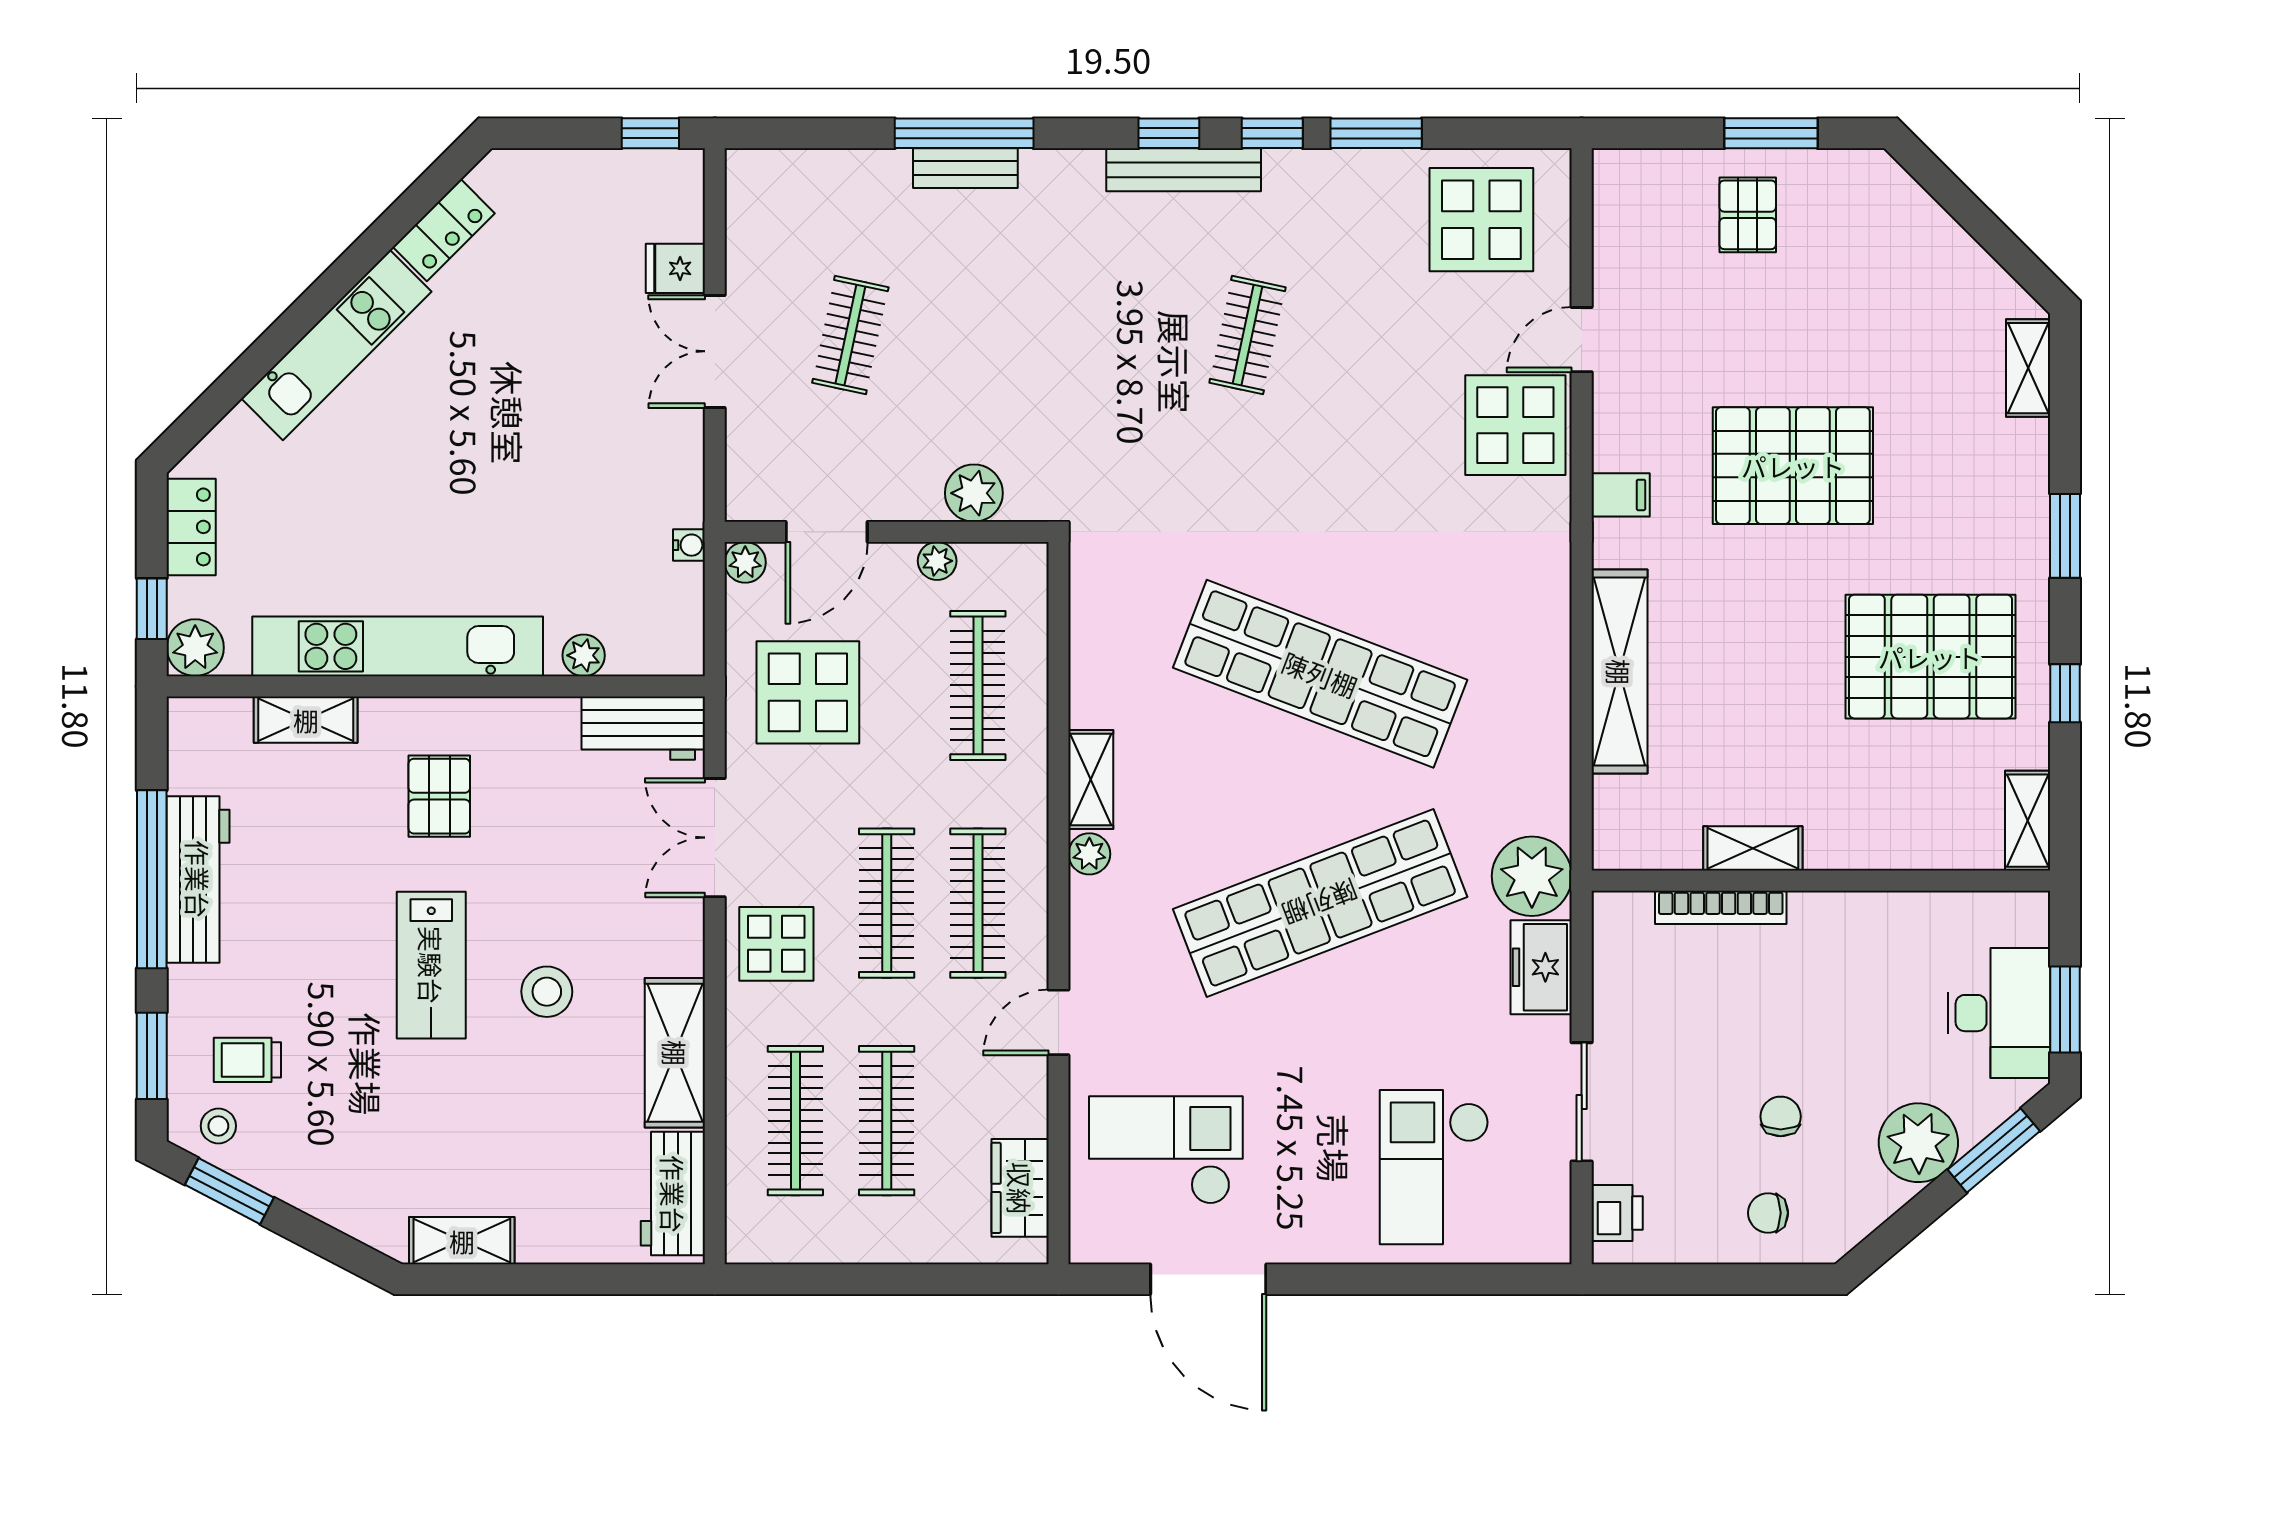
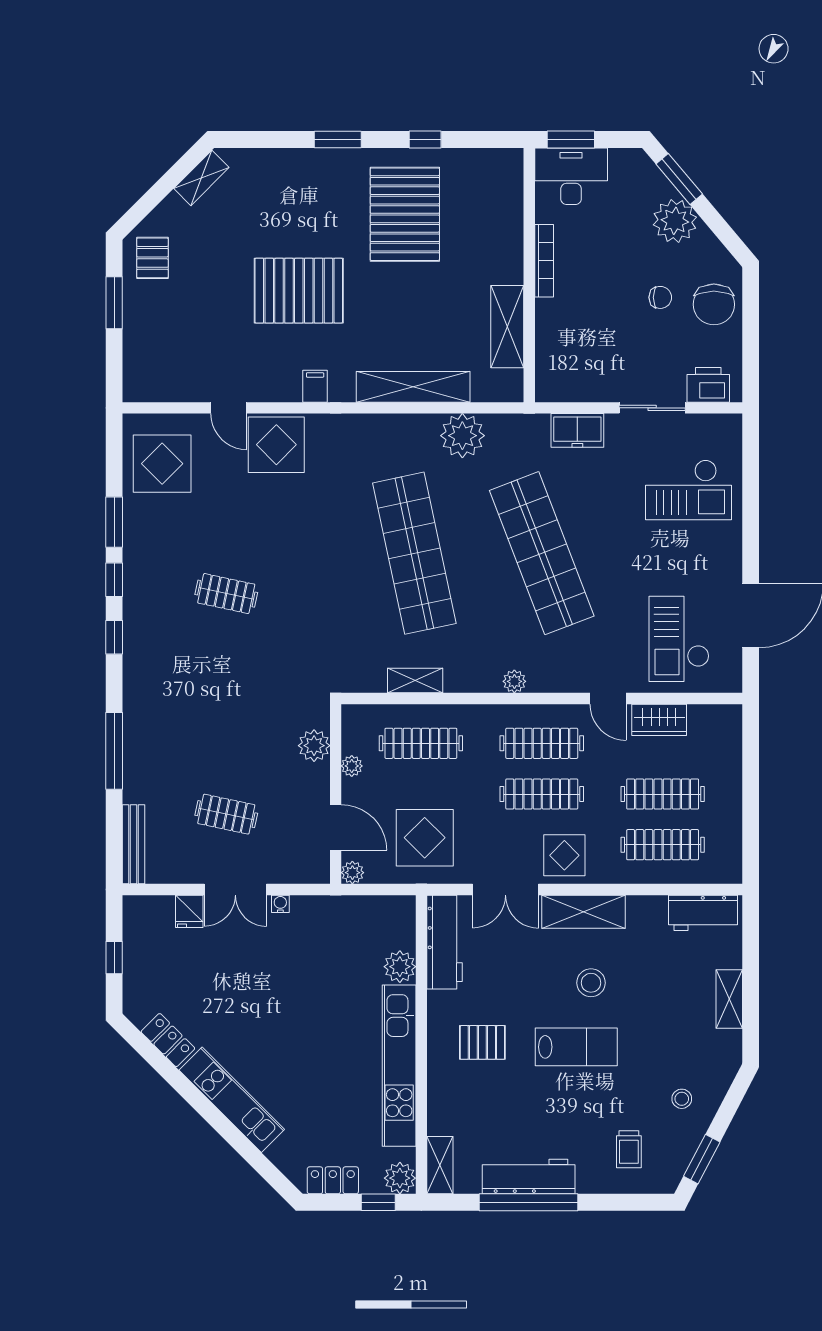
window: (650, 133) -> (114, 958), moved
bench: (965, 168) -> (134, 844), moved, width x1.36
bench: (1184, 170) -> (134, 629), removed
pallet: (1748, 215) -> (152, 258), moved, turned 90
shelving: (2028, 368) -> (201, 178), moved, turned -45
pallet: (1793, 466) -> (299, 291), turned 90
water cooler: (689, 545) -> (280, 904), moved
plant: (584, 655) -> (400, 967), width x1.38, depth x1.38
shop shelf: (1320, 674) -> (414, 553), turned -33
shelving: (306, 720) -> (440, 1165), moved
workbench: (643, 728) -> (445, 942), width x1.38
shelving: (1091, 780) -> (415, 681), moved
shelving: (2028, 821) -> (496, 160), removed
shelving: (1753, 848) -> (507, 327), width x1.50, depth x1.33
plant: (1532, 876) -> (462, 436), moved
bookcase: (1721, 907) -> (544, 261), moved
window: (2065, 1009) -> (571, 139), moved
desk: (1999, 1013) -> (571, 176), moved
shelving: (675, 1053) -> (583, 912), moved
window: (152, 1056) -> (627, 1202), removed
chair: (1781, 1116) -> (660, 297), turned 180
stool: (218, 1126) -> (682, 1099), moved
wardrobe: (1020, 1188) -> (659, 720), moved
printer: (1617, 1213) -> (708, 385), width x1.36, depth x1.24
chair: (1768, 1213) -> (714, 304), width x1.87, depth x1.87
shelving: (462, 1241) -> (729, 999), moved

